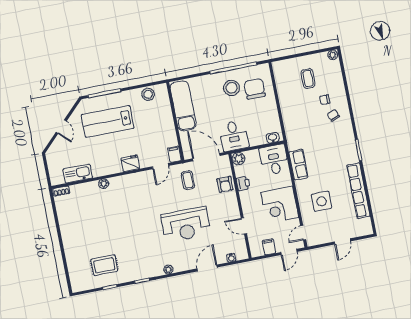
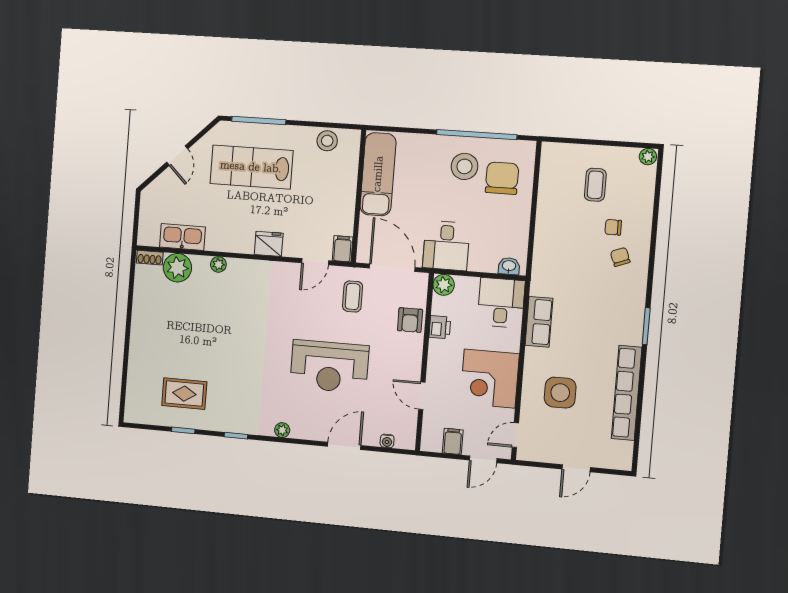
plant: (80, 192) -> (177, 268), added

